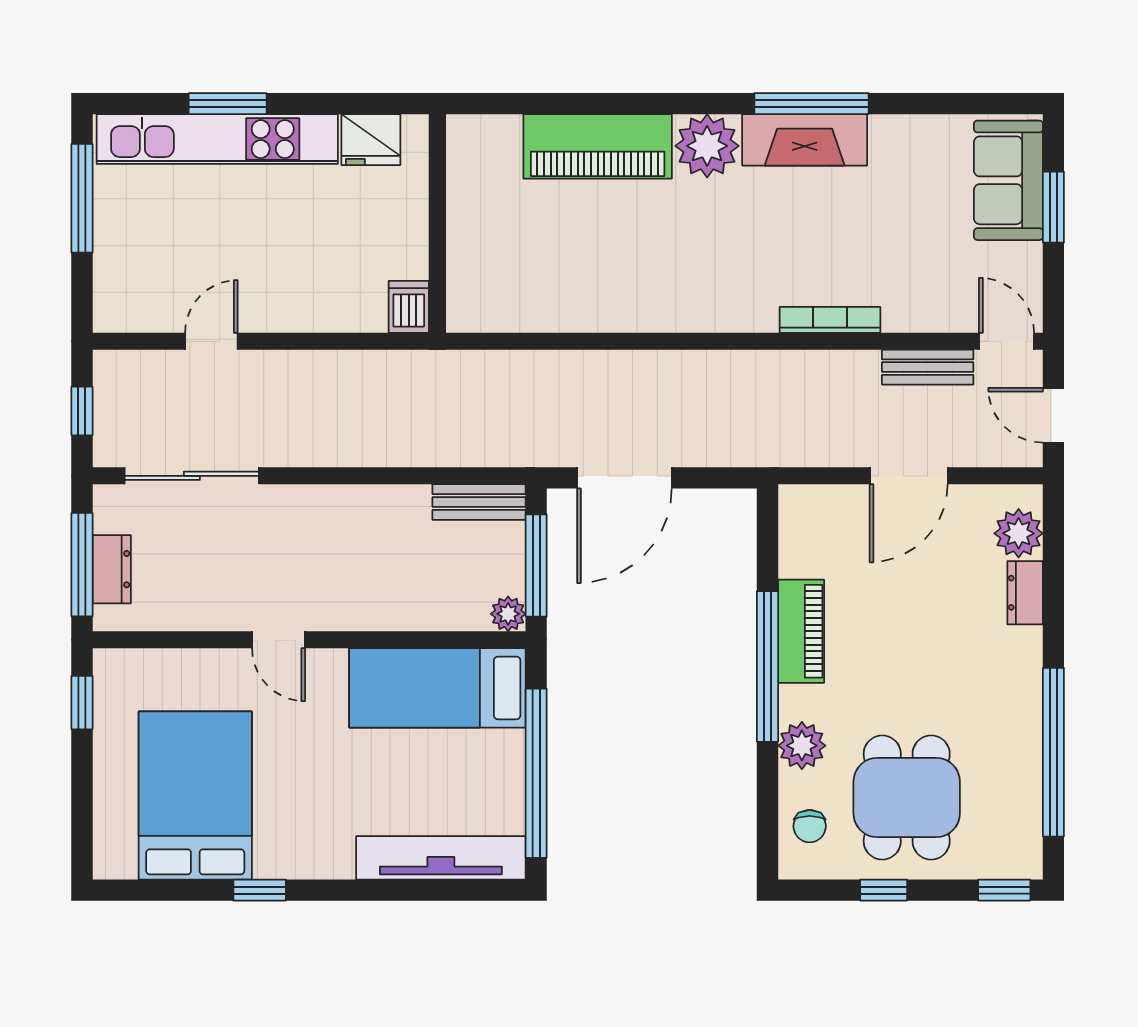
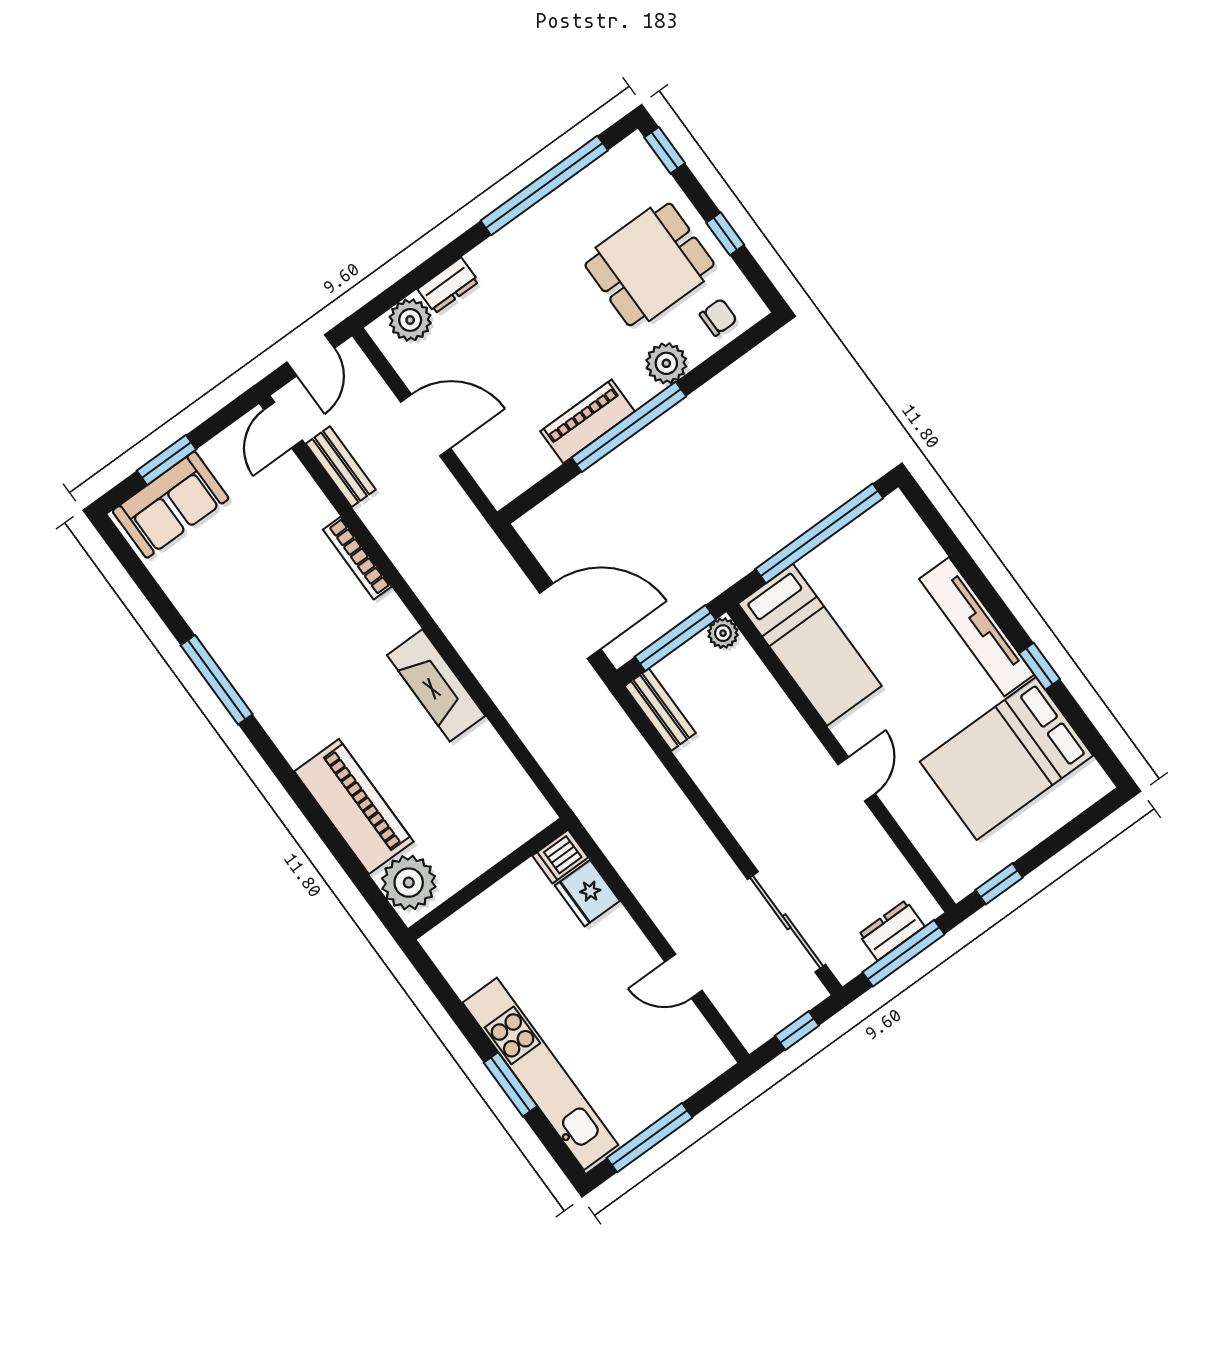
fridge: (371, 140) -> (587, 893), moved, turned 180
fireplace: (805, 140) -> (436, 685), moved, turned 180
plant: (707, 146) -> (409, 883), moved
tv unit: (441, 858) -> (977, 627), moved

